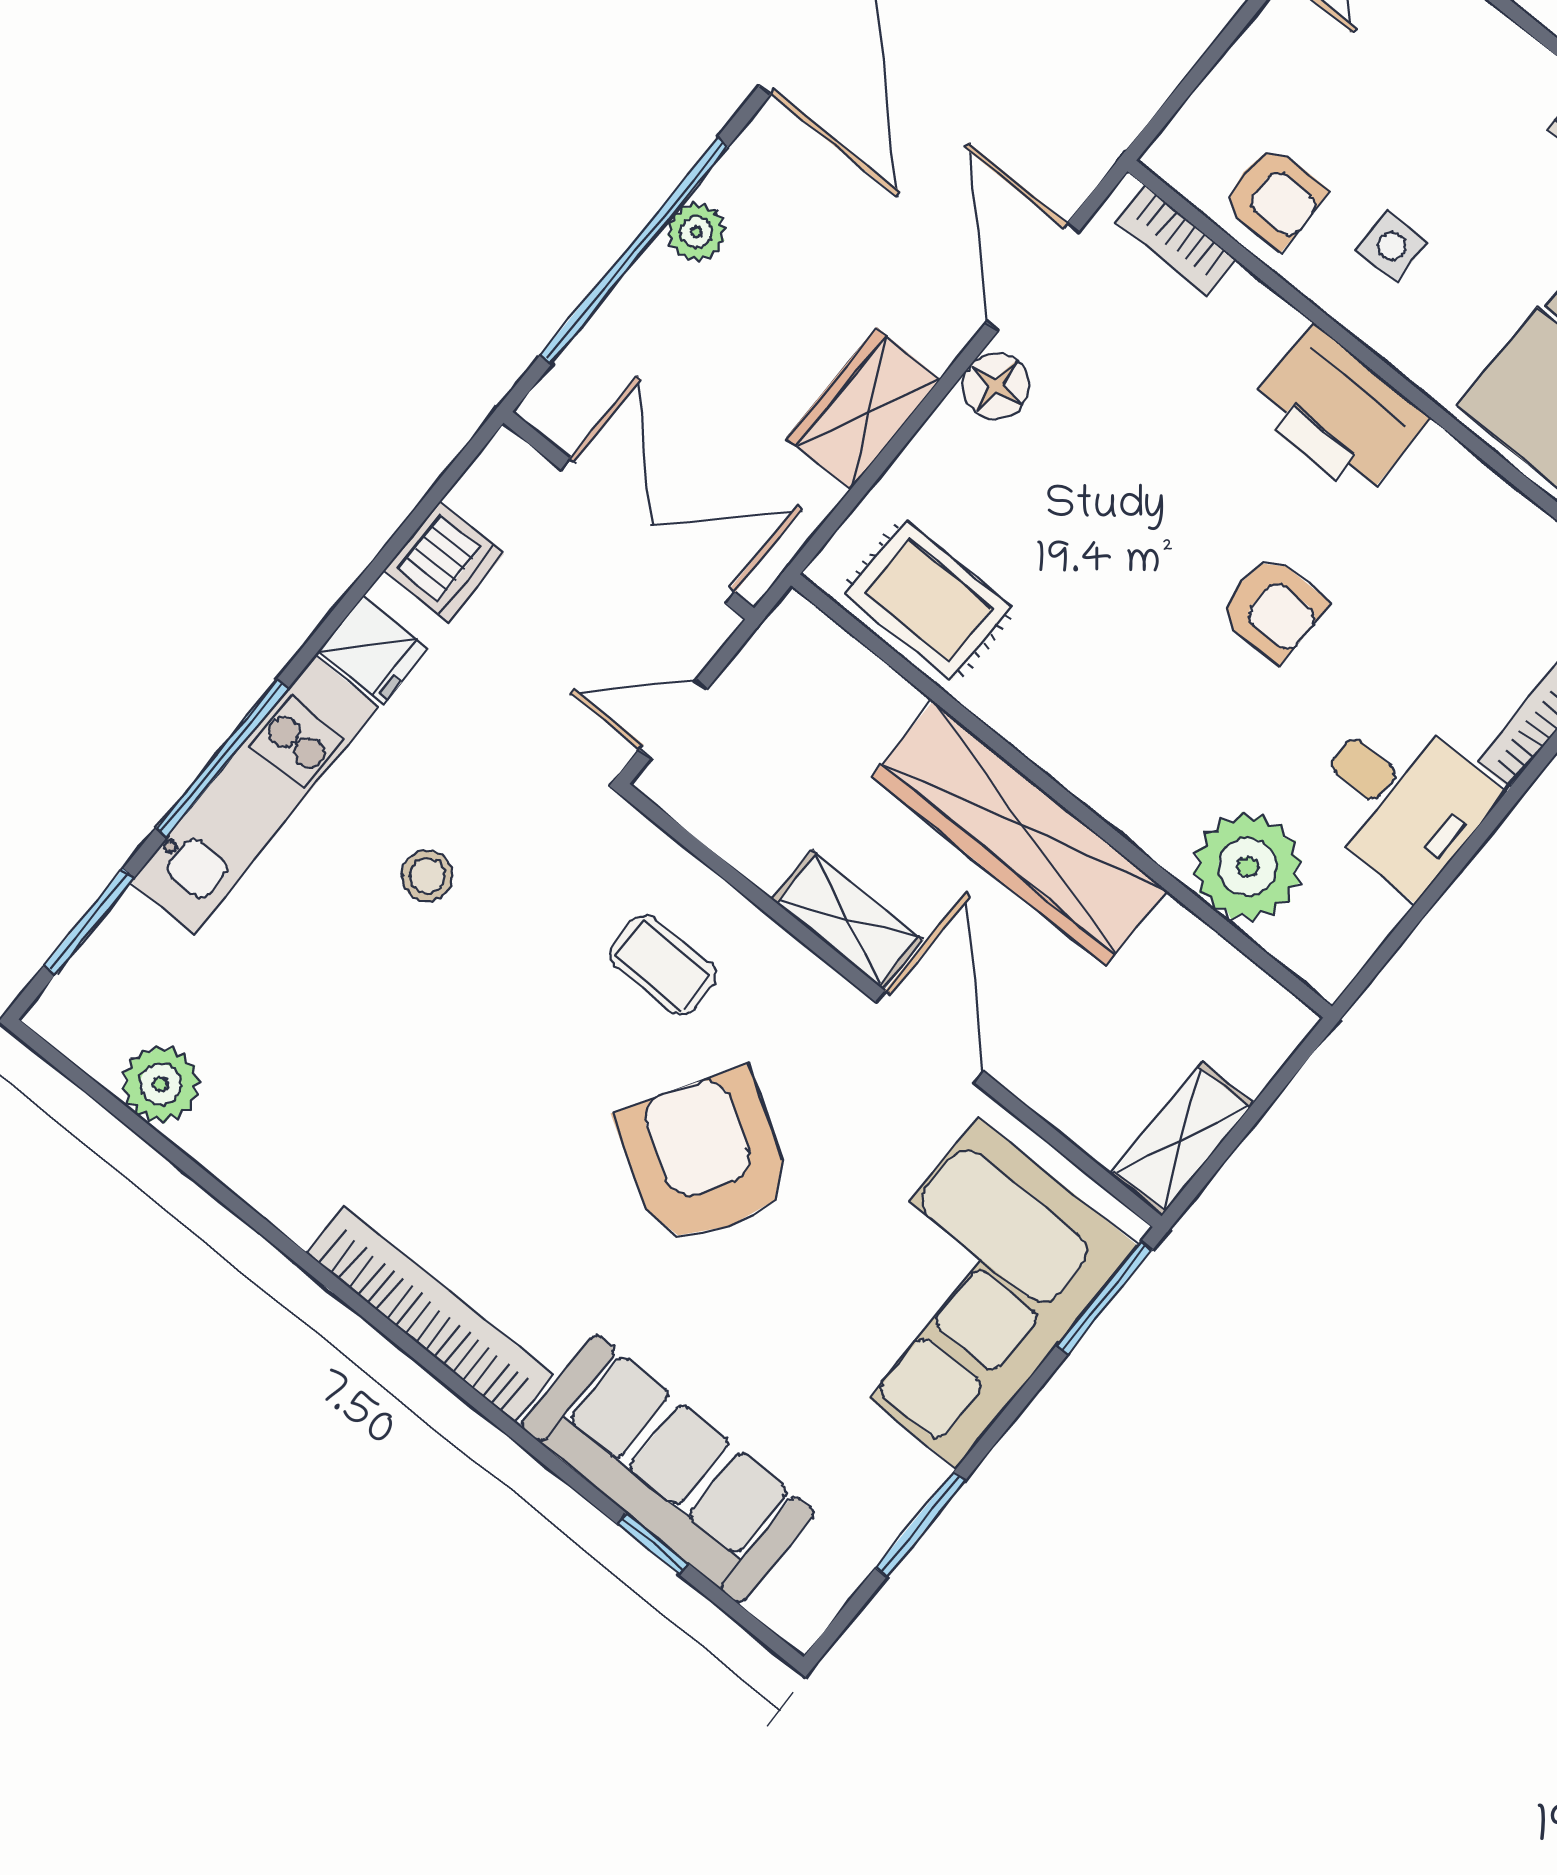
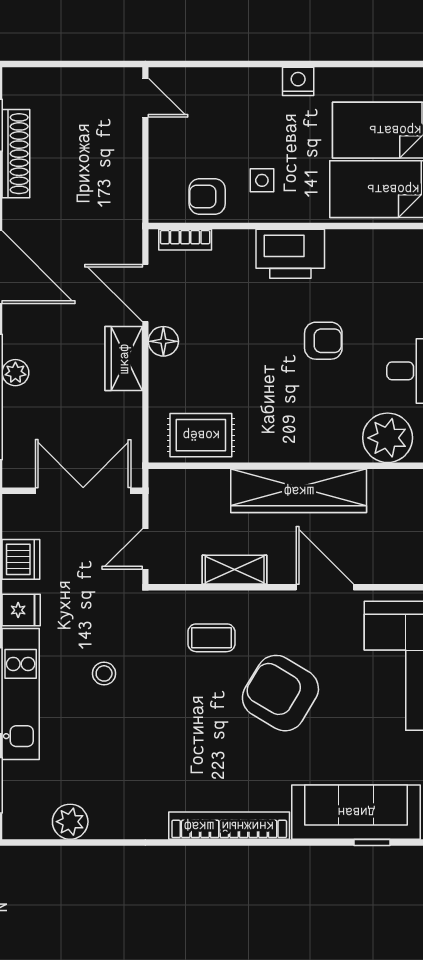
armchair: (1275, 197) -> (207, 196), turned 180
wardrobe: (863, 408) -> (124, 359), moved
shelving: (847, 920) -> (235, 570), moved

